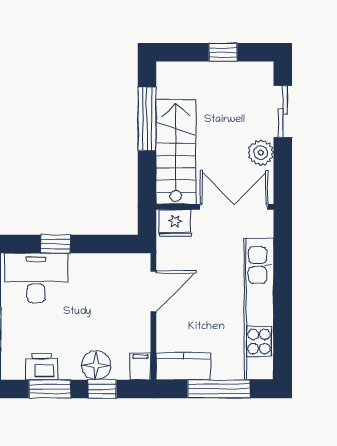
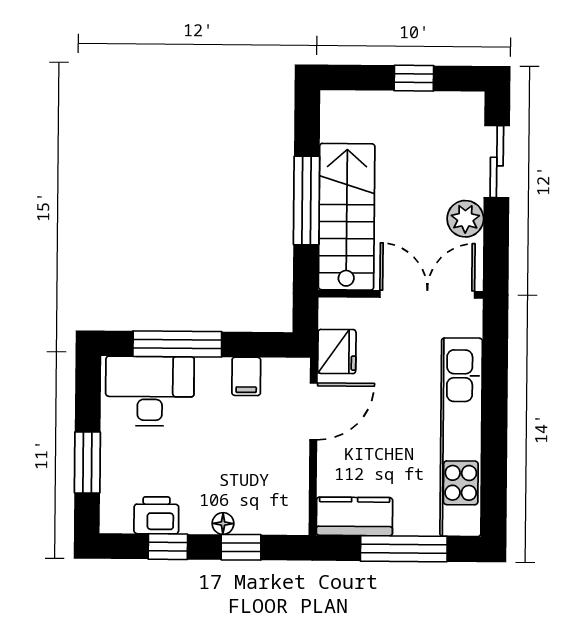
window: (147, 119) -> (306, 200), moved
fridge: (175, 223) -> (337, 351), moved, turned -90
window: (55, 244) -> (177, 344), width x2.17
floor lamp: (96, 365) -> (223, 523), width x0.53, depth x0.53
filing cabinet: (140, 366) -> (246, 376), moved, turned 180
window: (50, 389) -> (168, 547), width x0.67

